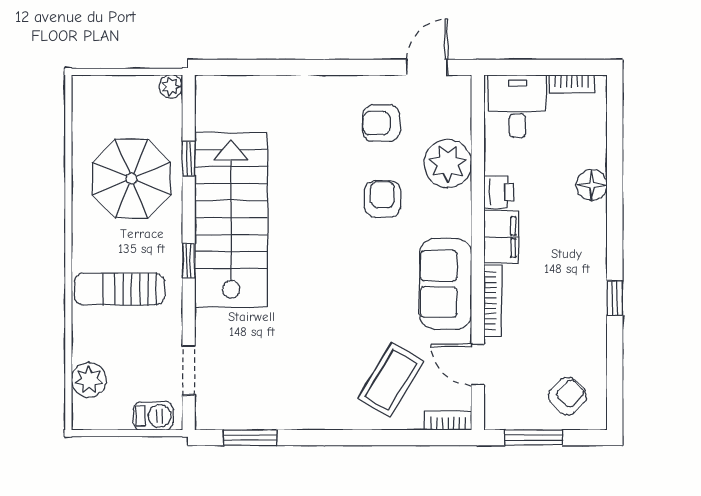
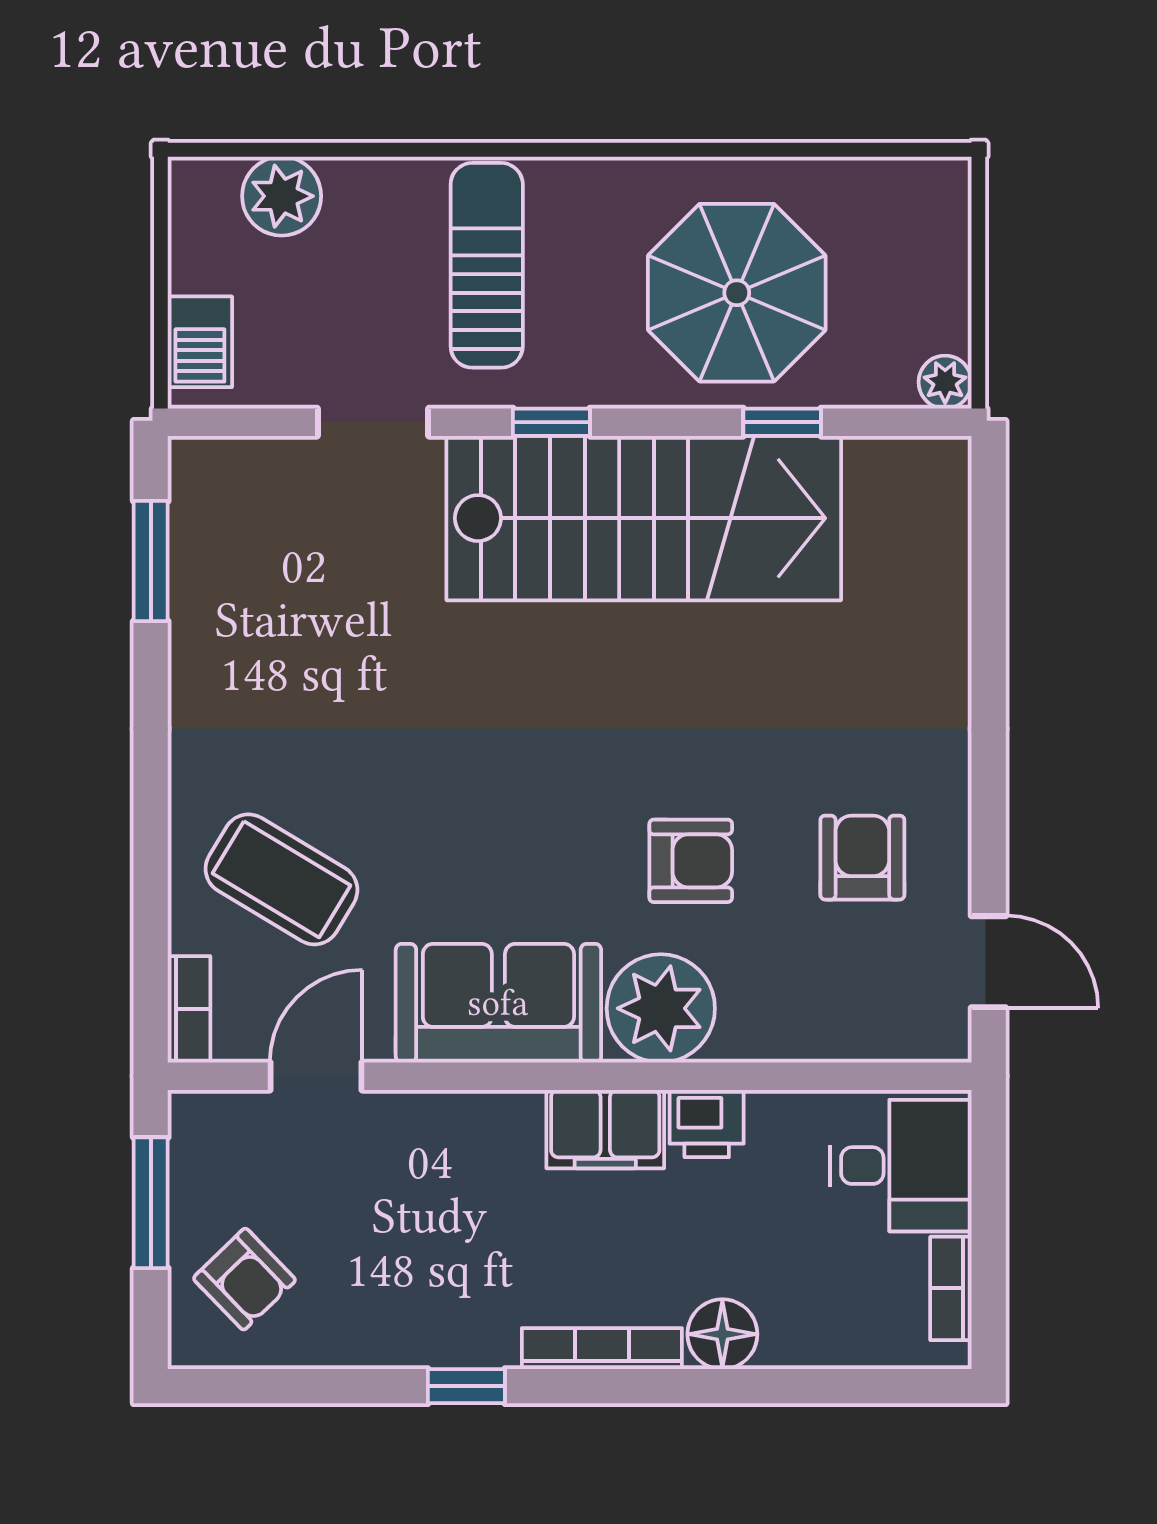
plant: (448, 164) -> (661, 1008), moved
bookcase: (493, 301) -> (602, 1349), moved, turned 180
doorway: (189, 370) -> (373, 422), moved

